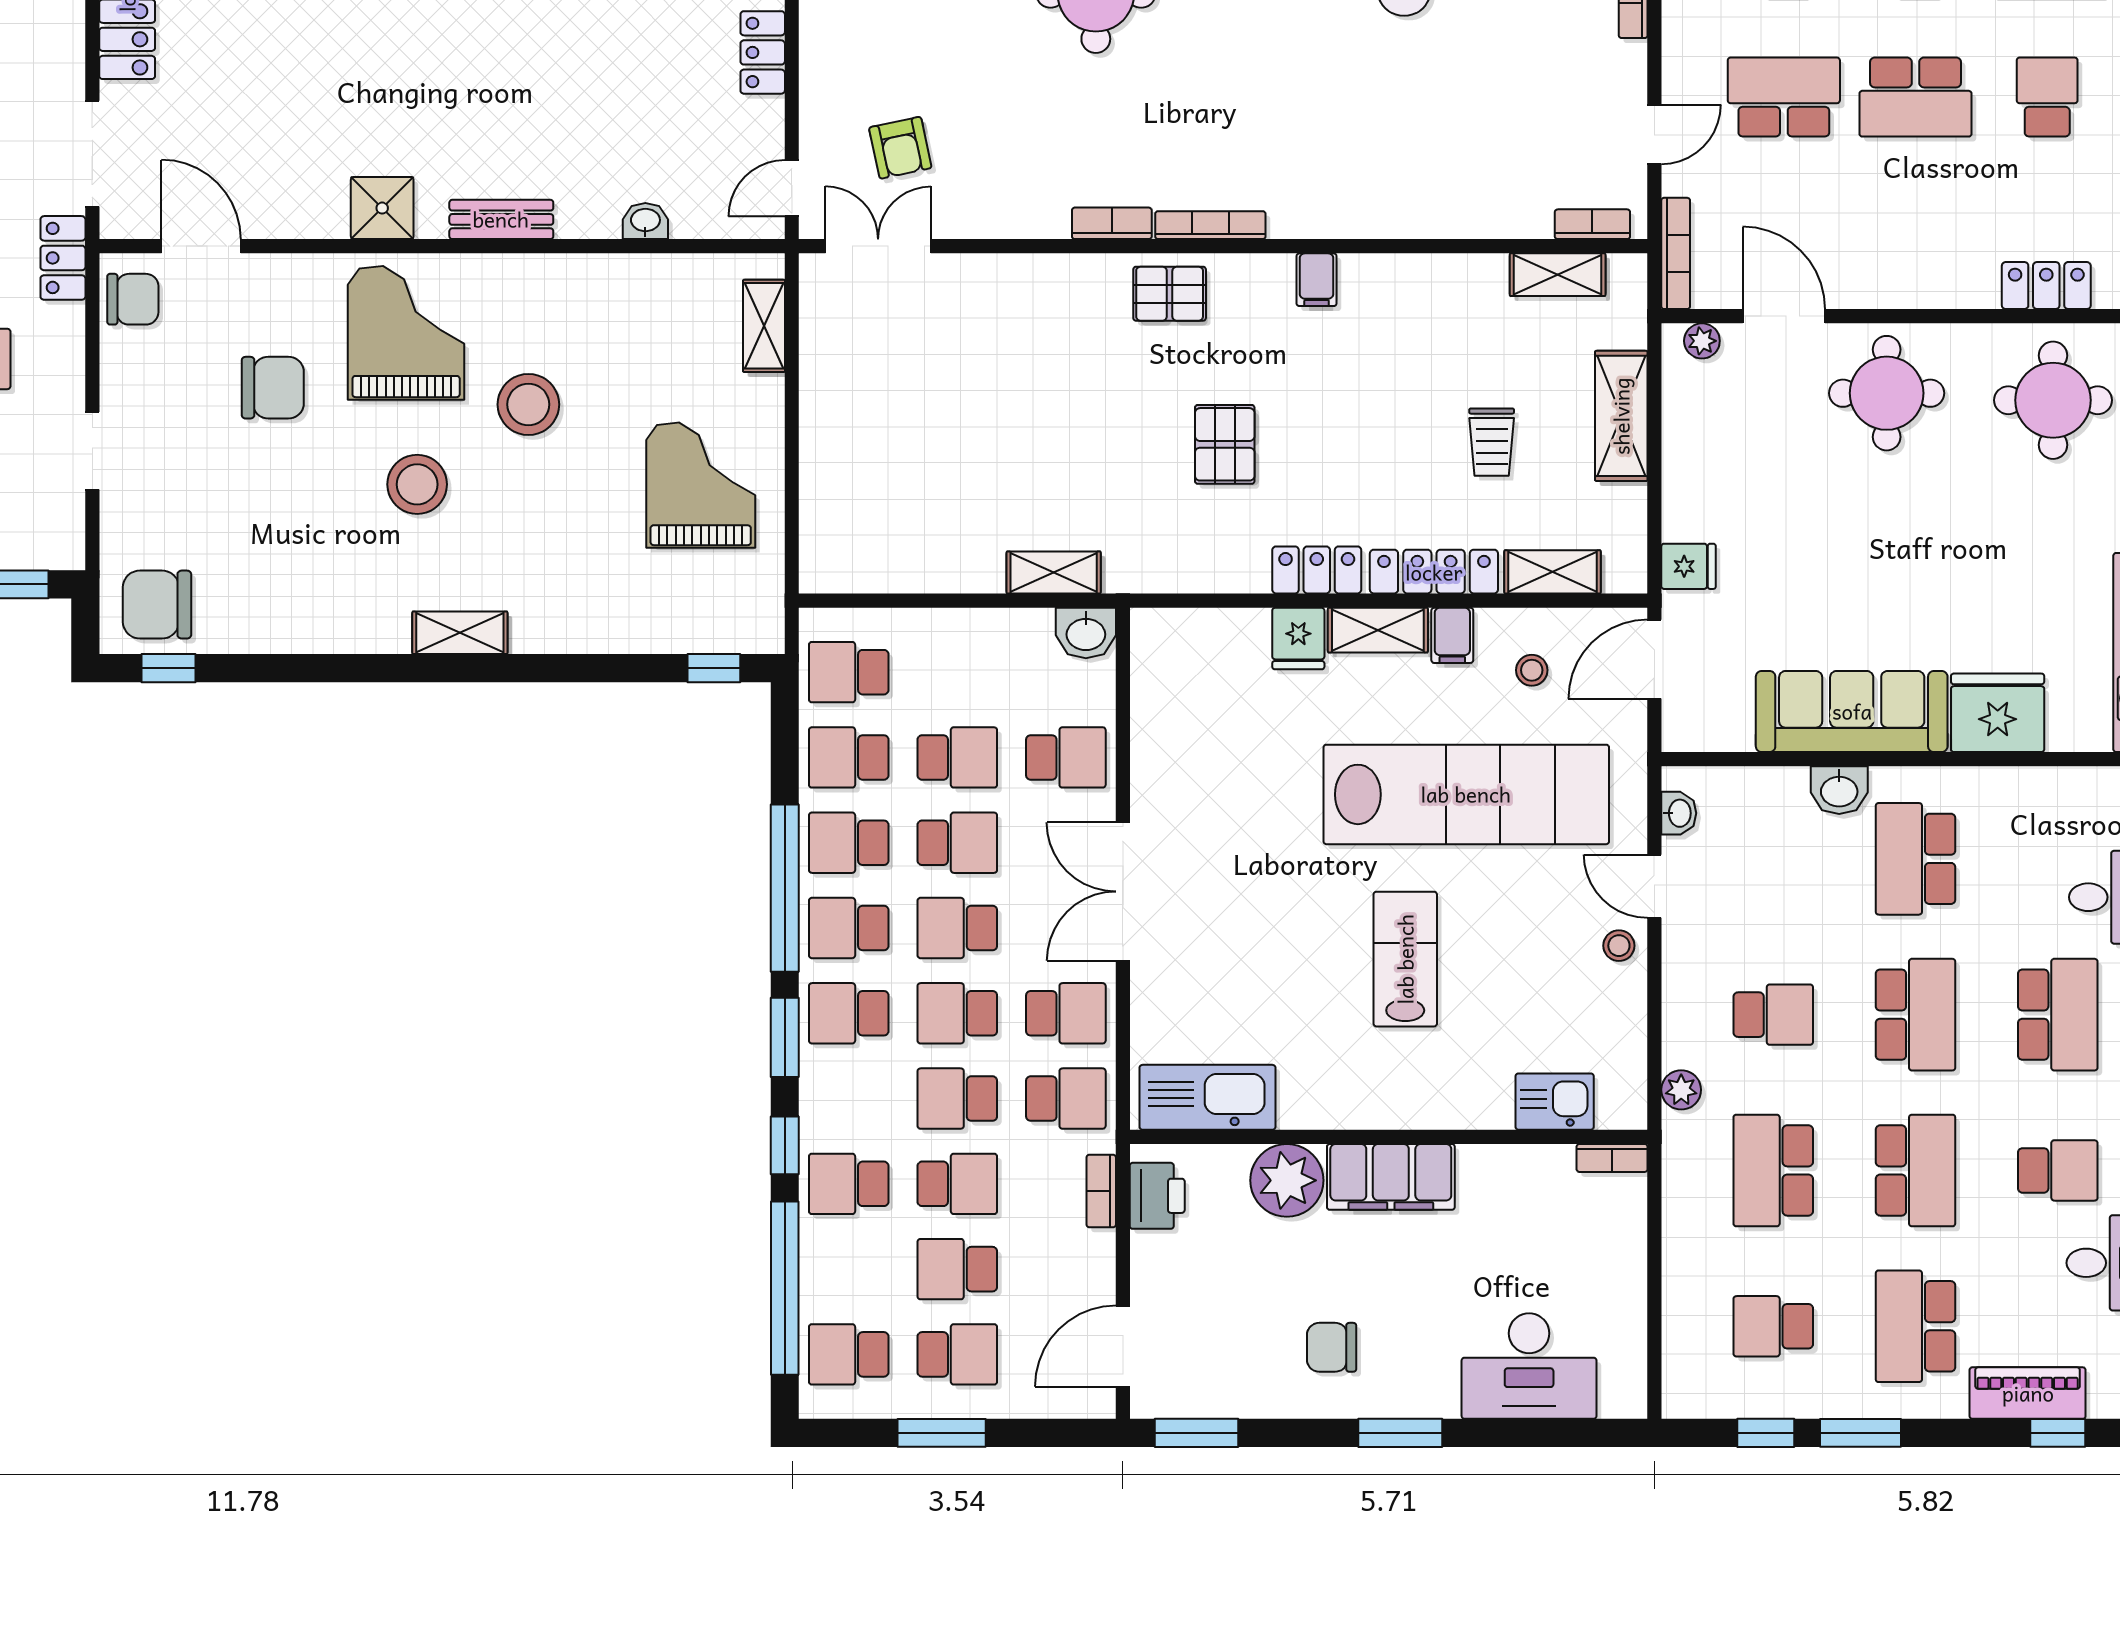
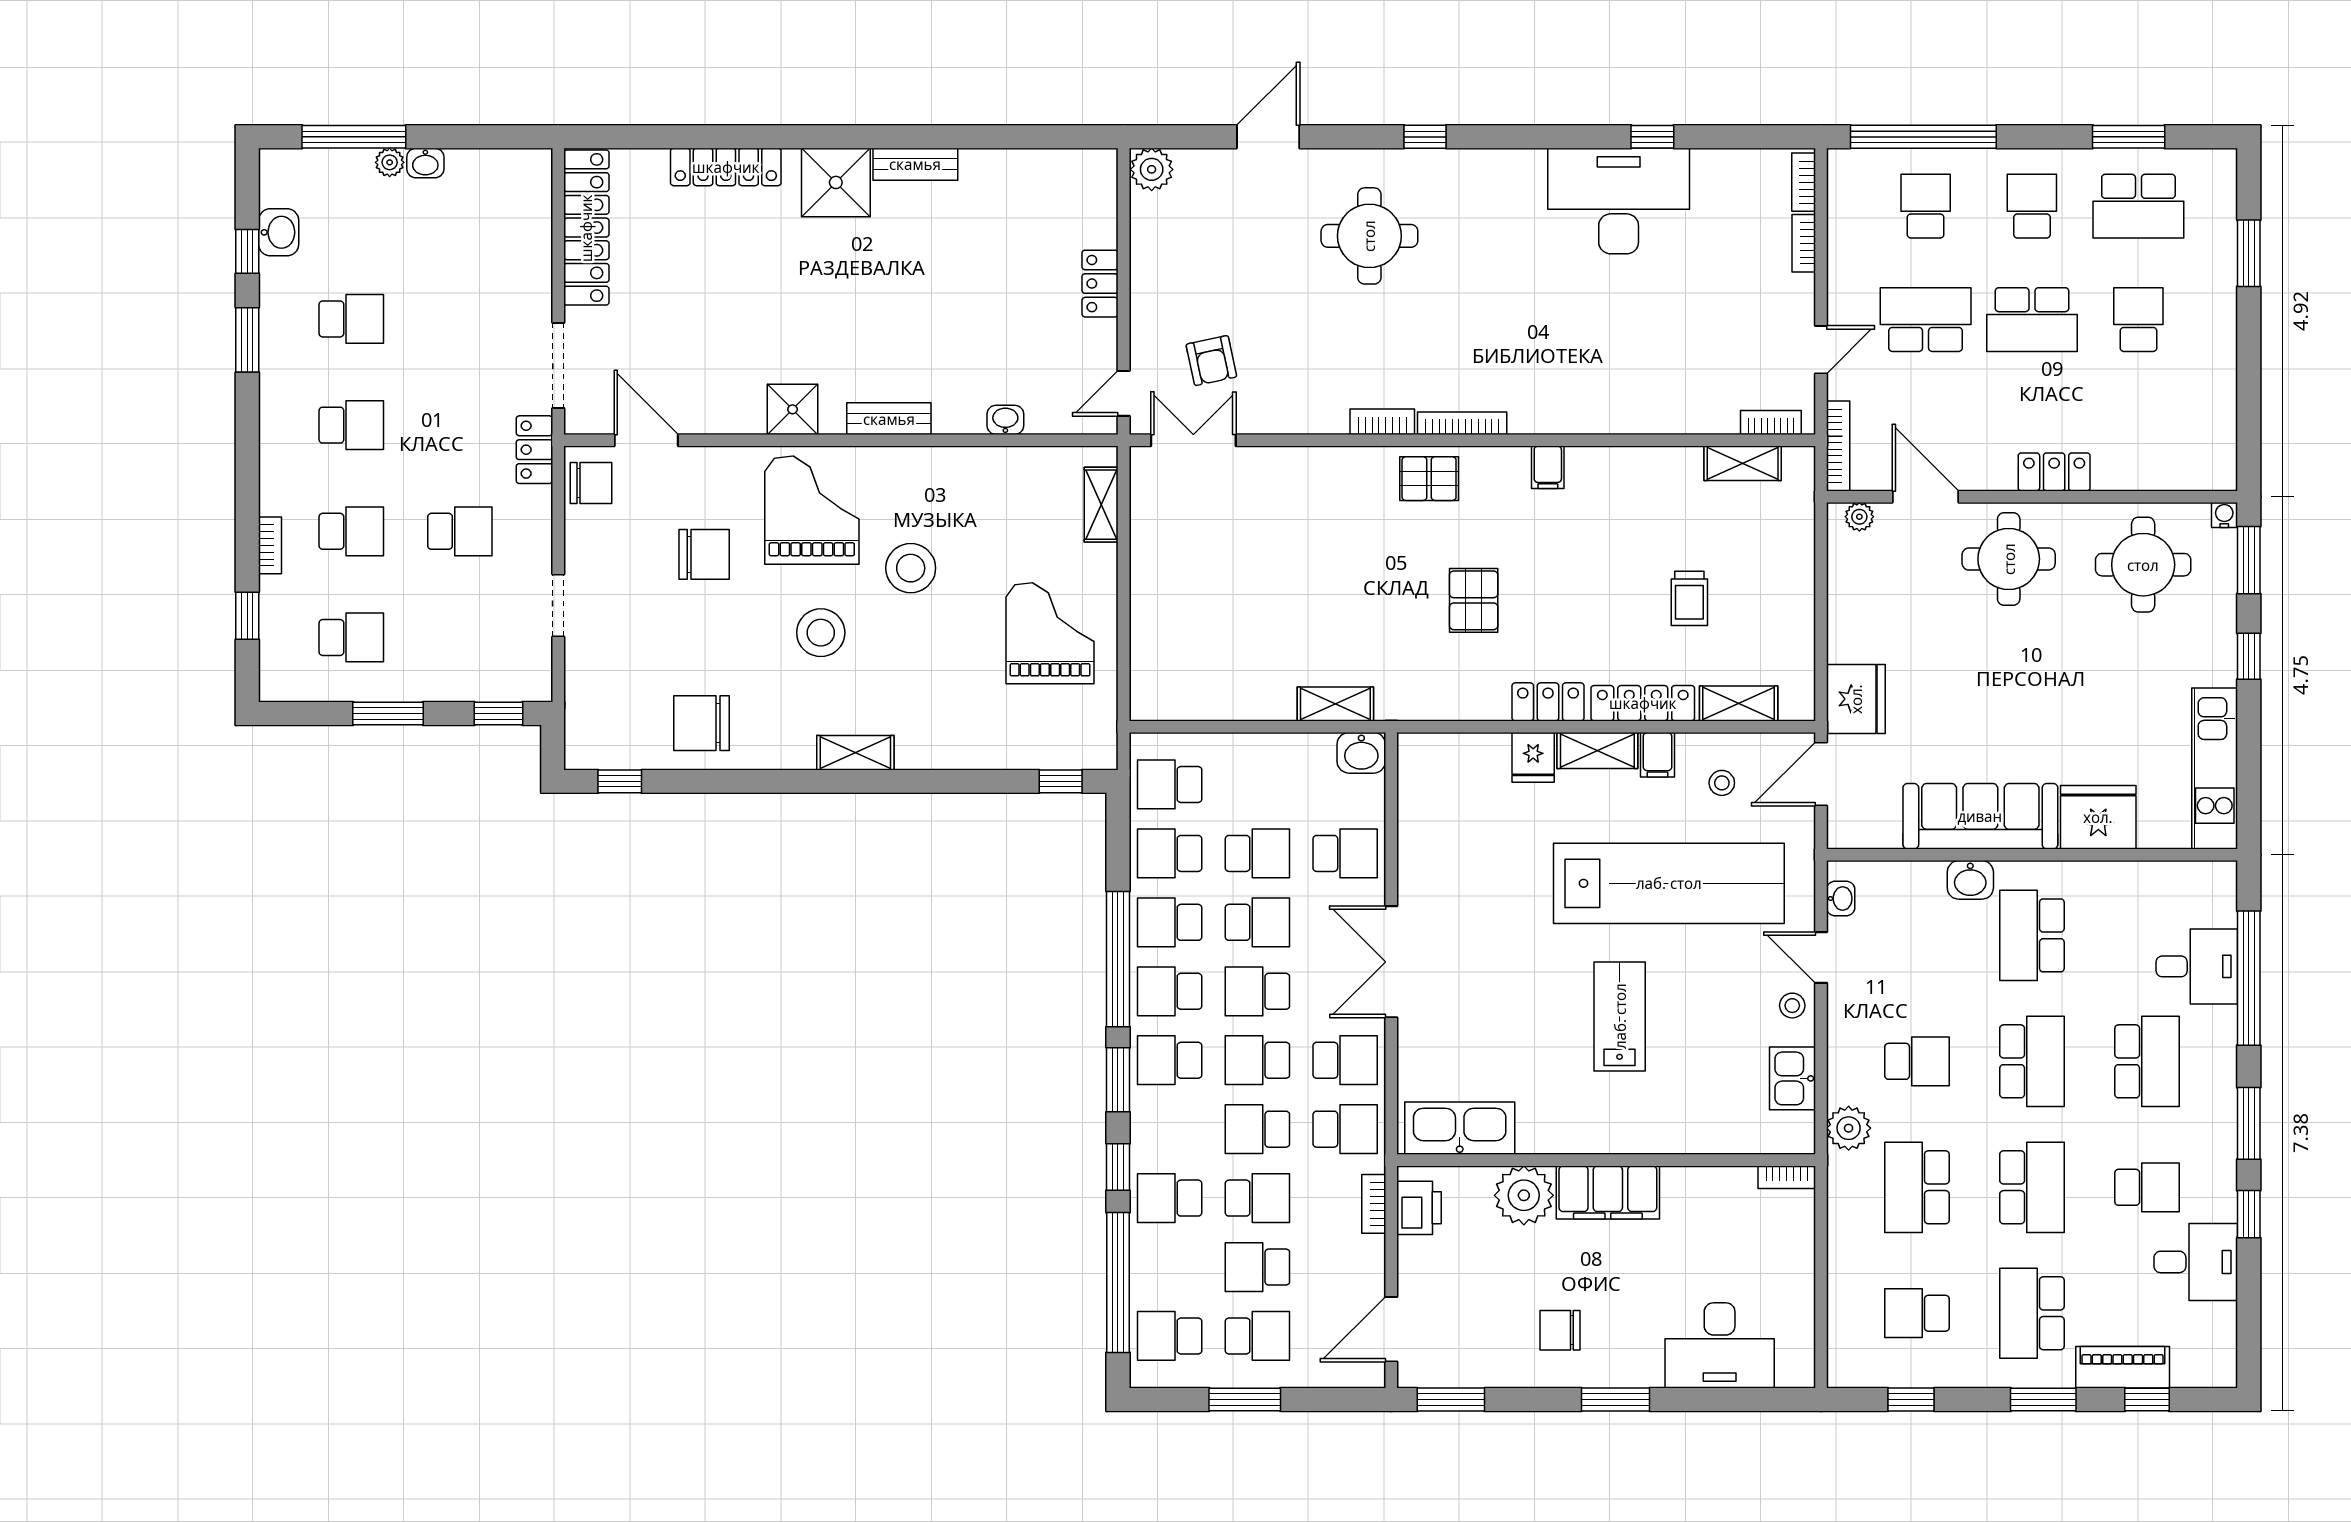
locker: (2046, 286) -> (2054, 472), moved
shelving: (1621, 416) -> (1794, 577), removed
fridge: (1688, 566) -> (1856, 699), width x1.88, depth x1.34
chair: (157, 605) -> (702, 723), moved
plant: (1681, 1090) -> (1849, 1128), width x1.38, depth x1.38
kitchen sink: (1555, 1102) -> (1792, 1078), moved, turned -90
window: (1860, 1433) -> (2043, 1399), moved

